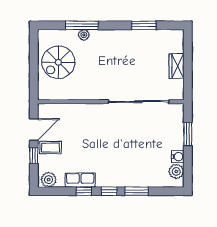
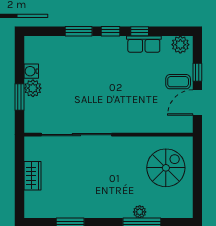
spiral stairs: (58, 62) -> (166, 168), moved
plant: (176, 171) -> (33, 88), moved

